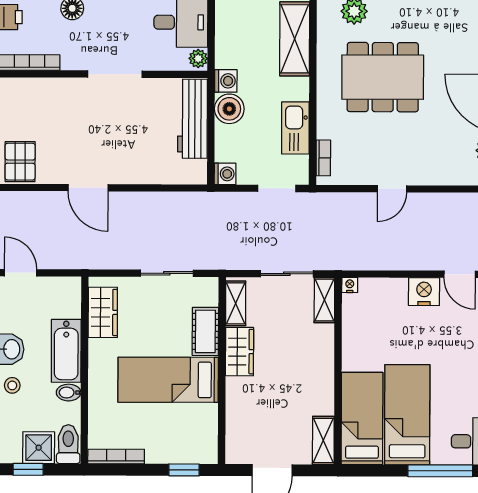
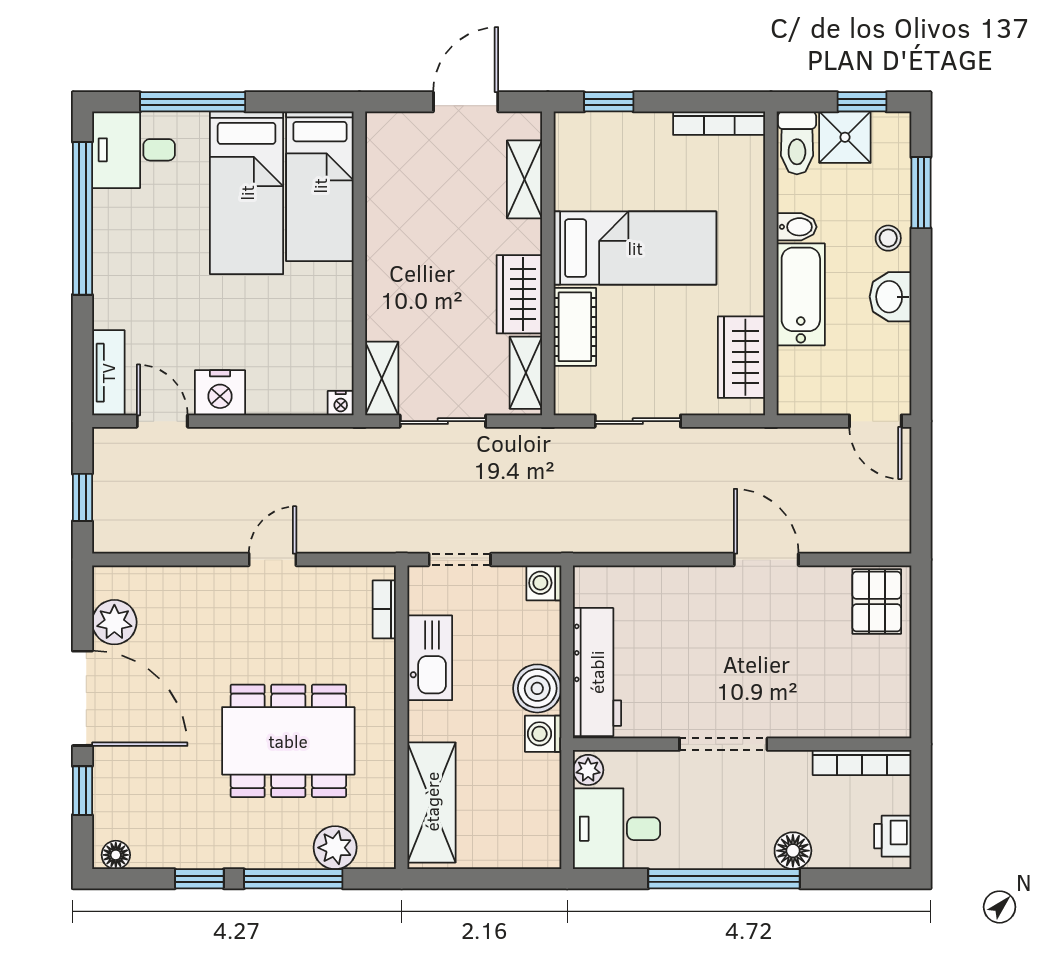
shelving: (323, 440) -> (525, 179), moved

